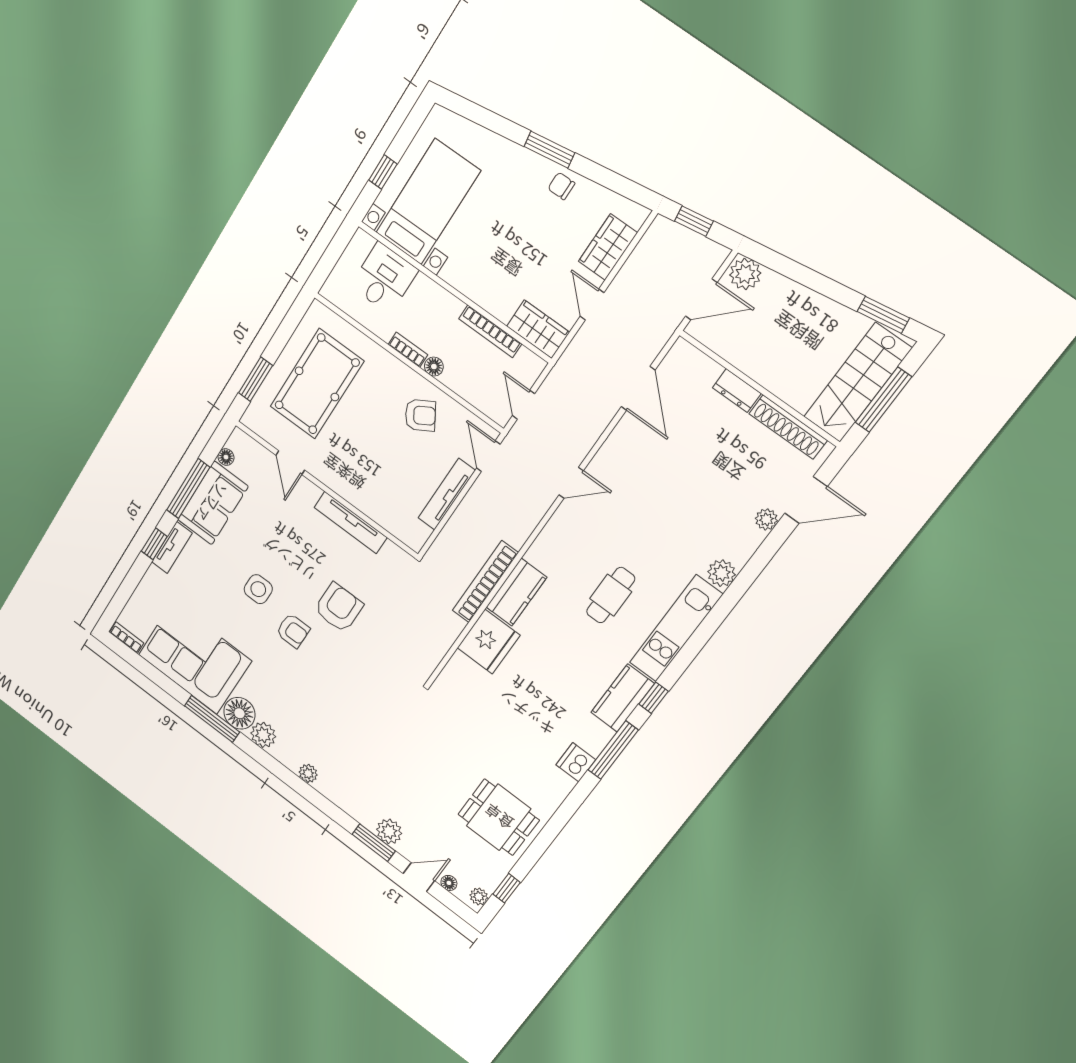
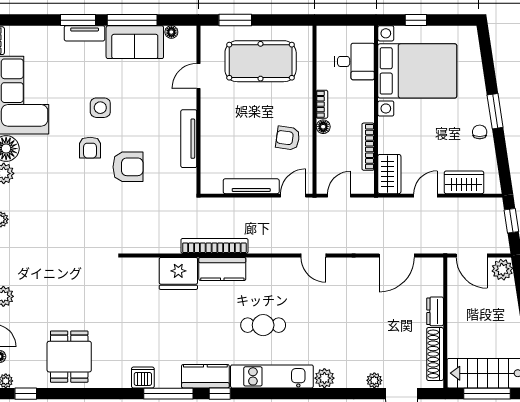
bed with nightstands: (428, 202) -> (417, 71), width x1.36
armchair: (420, 415) -> (288, 138), turned 129
window: (154, 544) -> (78, 20), width x1.50

